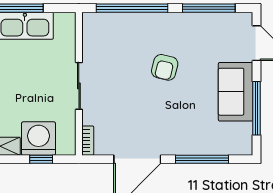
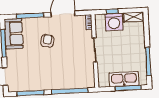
armchair: (165, 67) -> (47, 41), moved
sofa: (236, 92) -> (14, 34), moved

